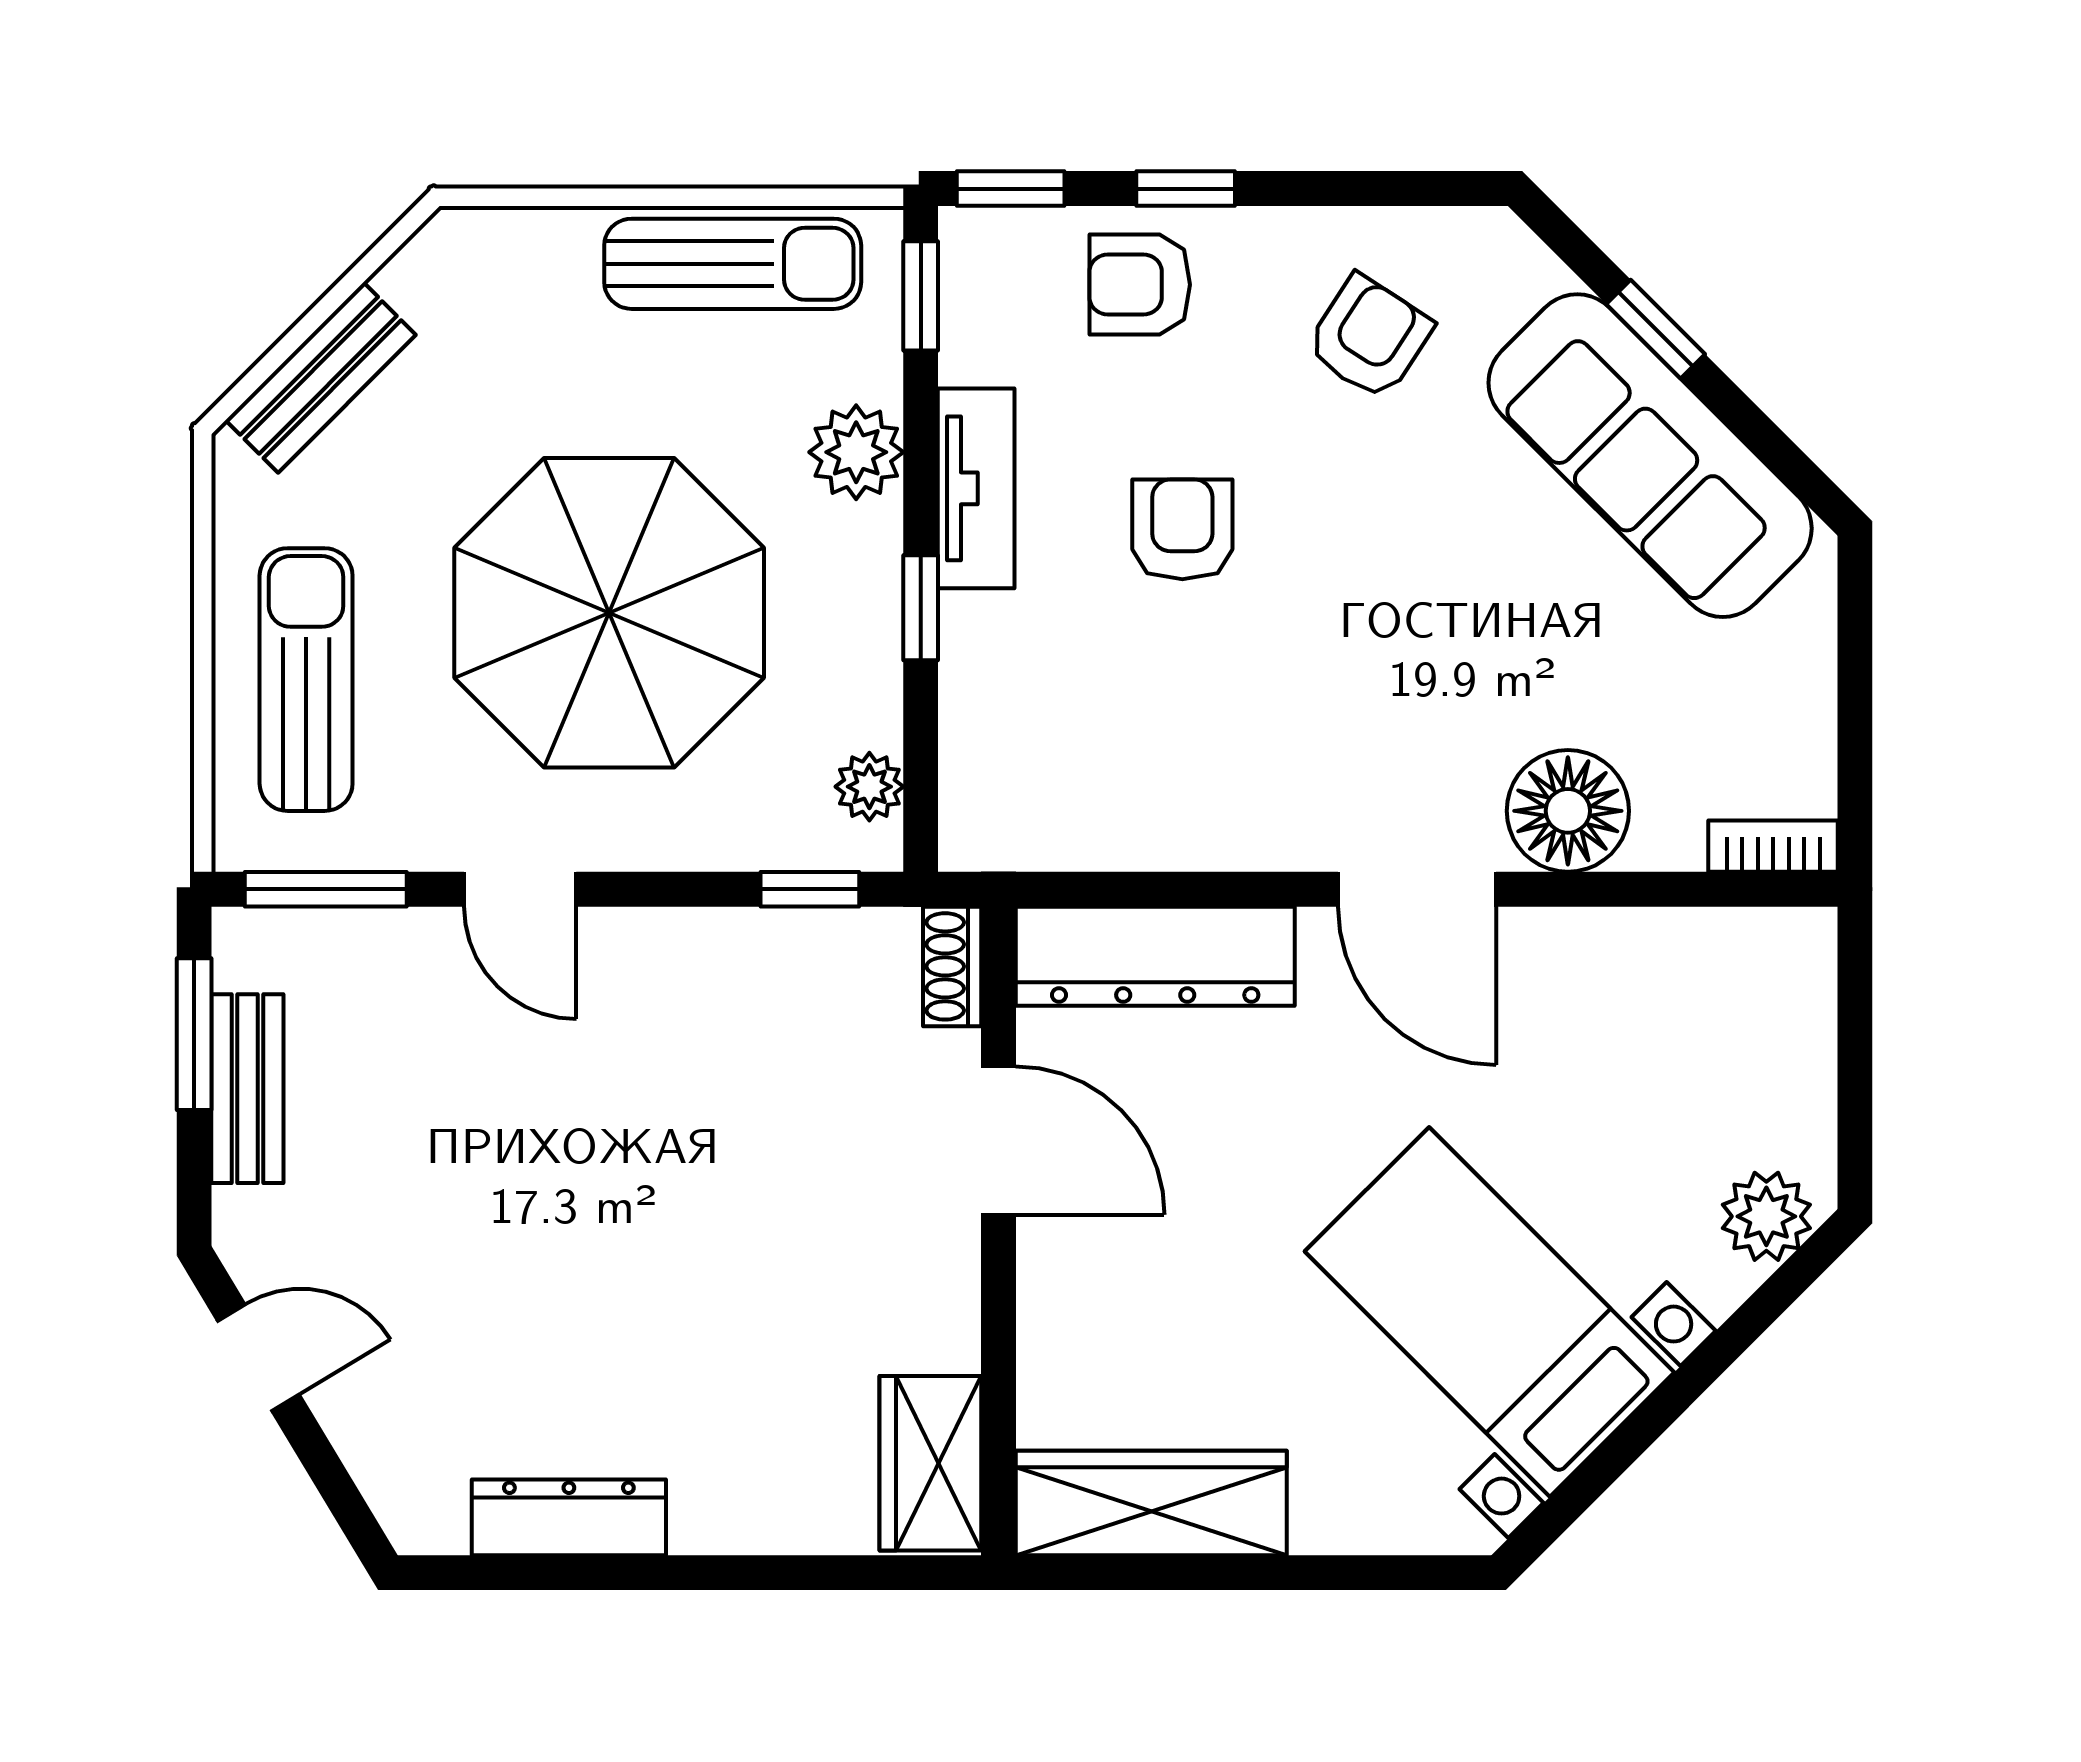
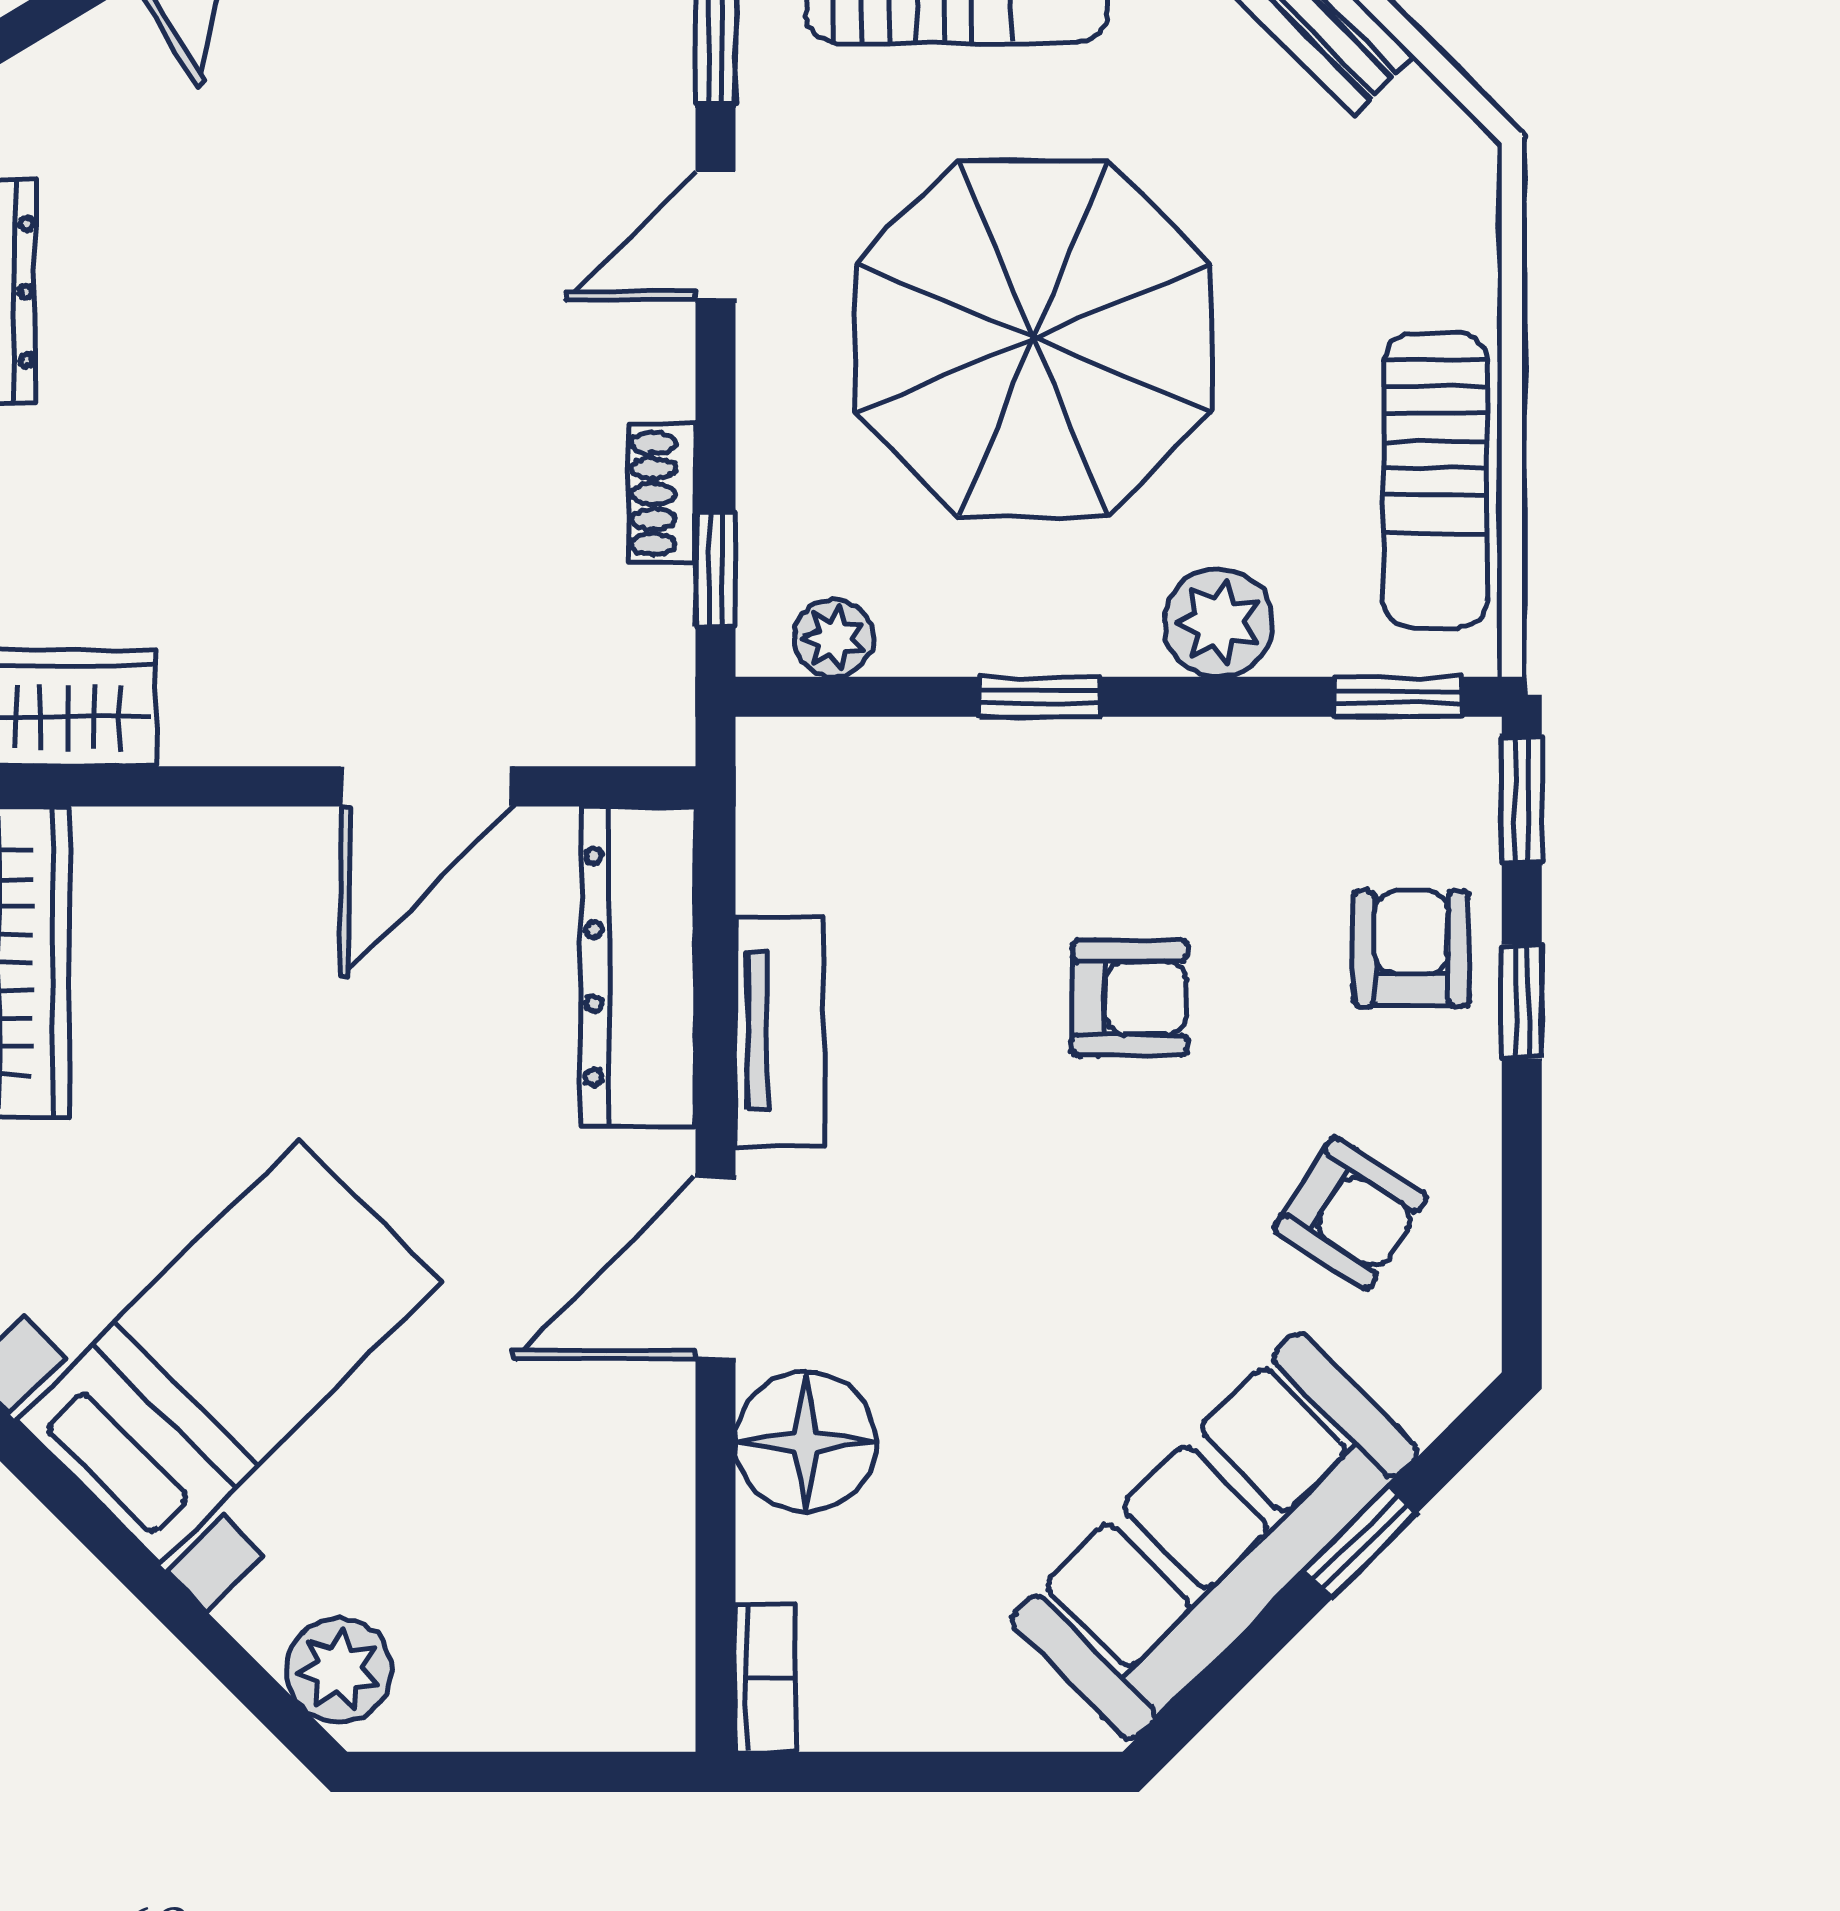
tv unit: (976, 488) -> (779, 1031), moved, turned -90
shoe rack: (952, 966) -> (662, 494), moved, turned -90

